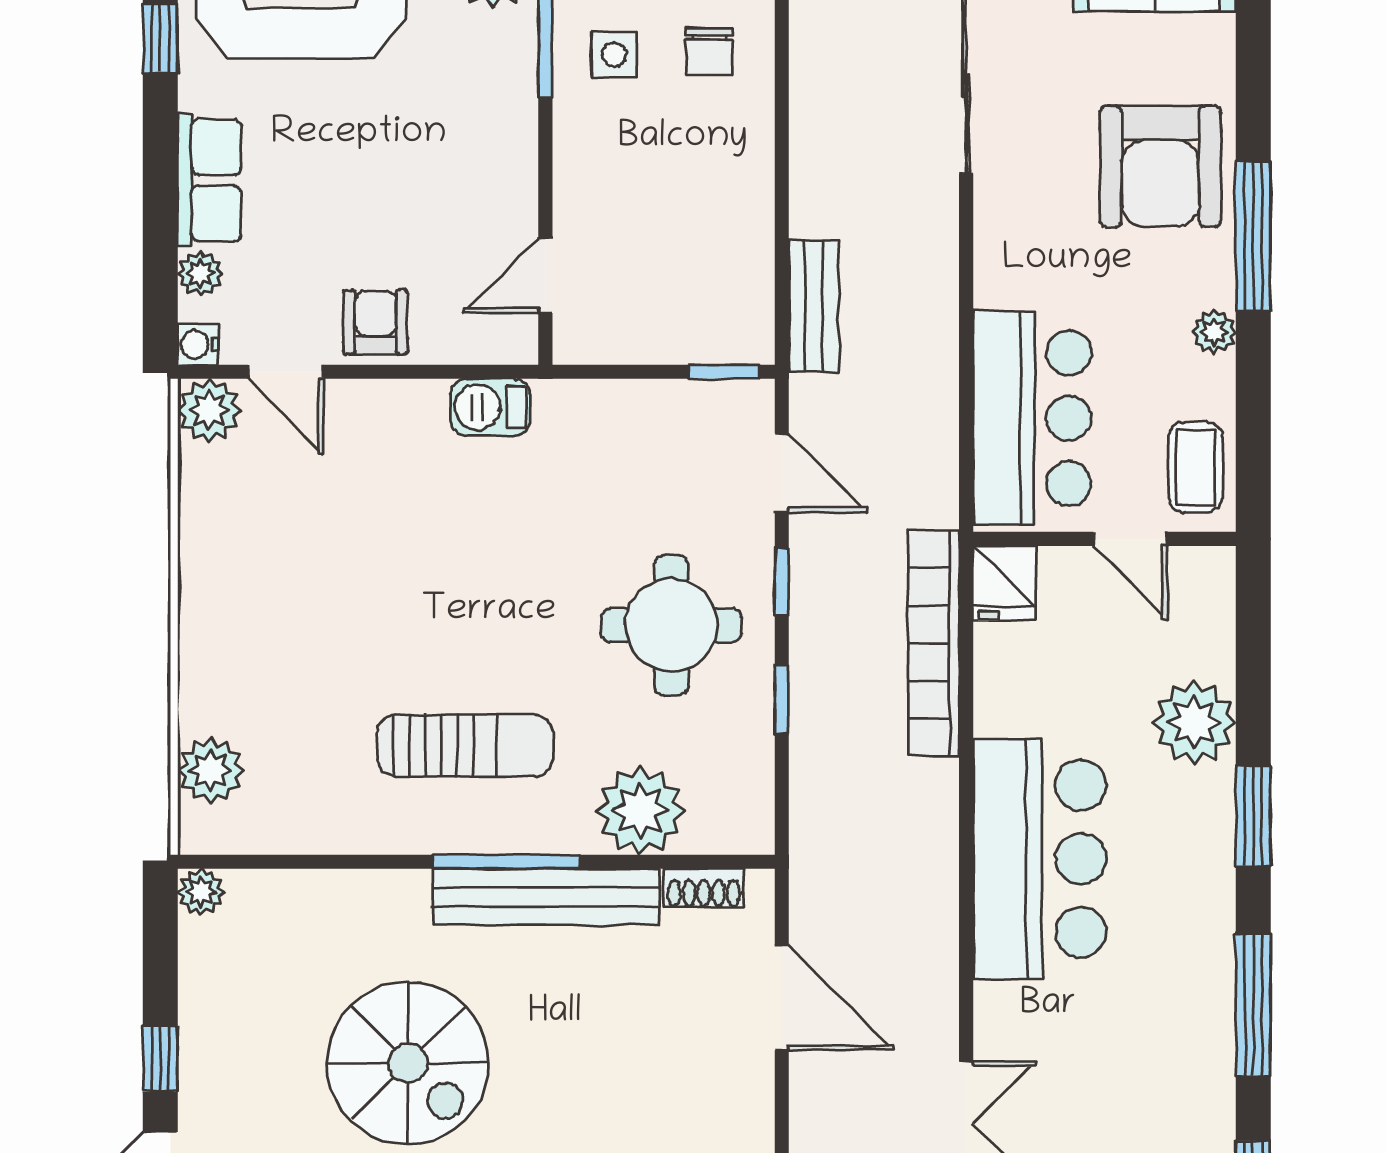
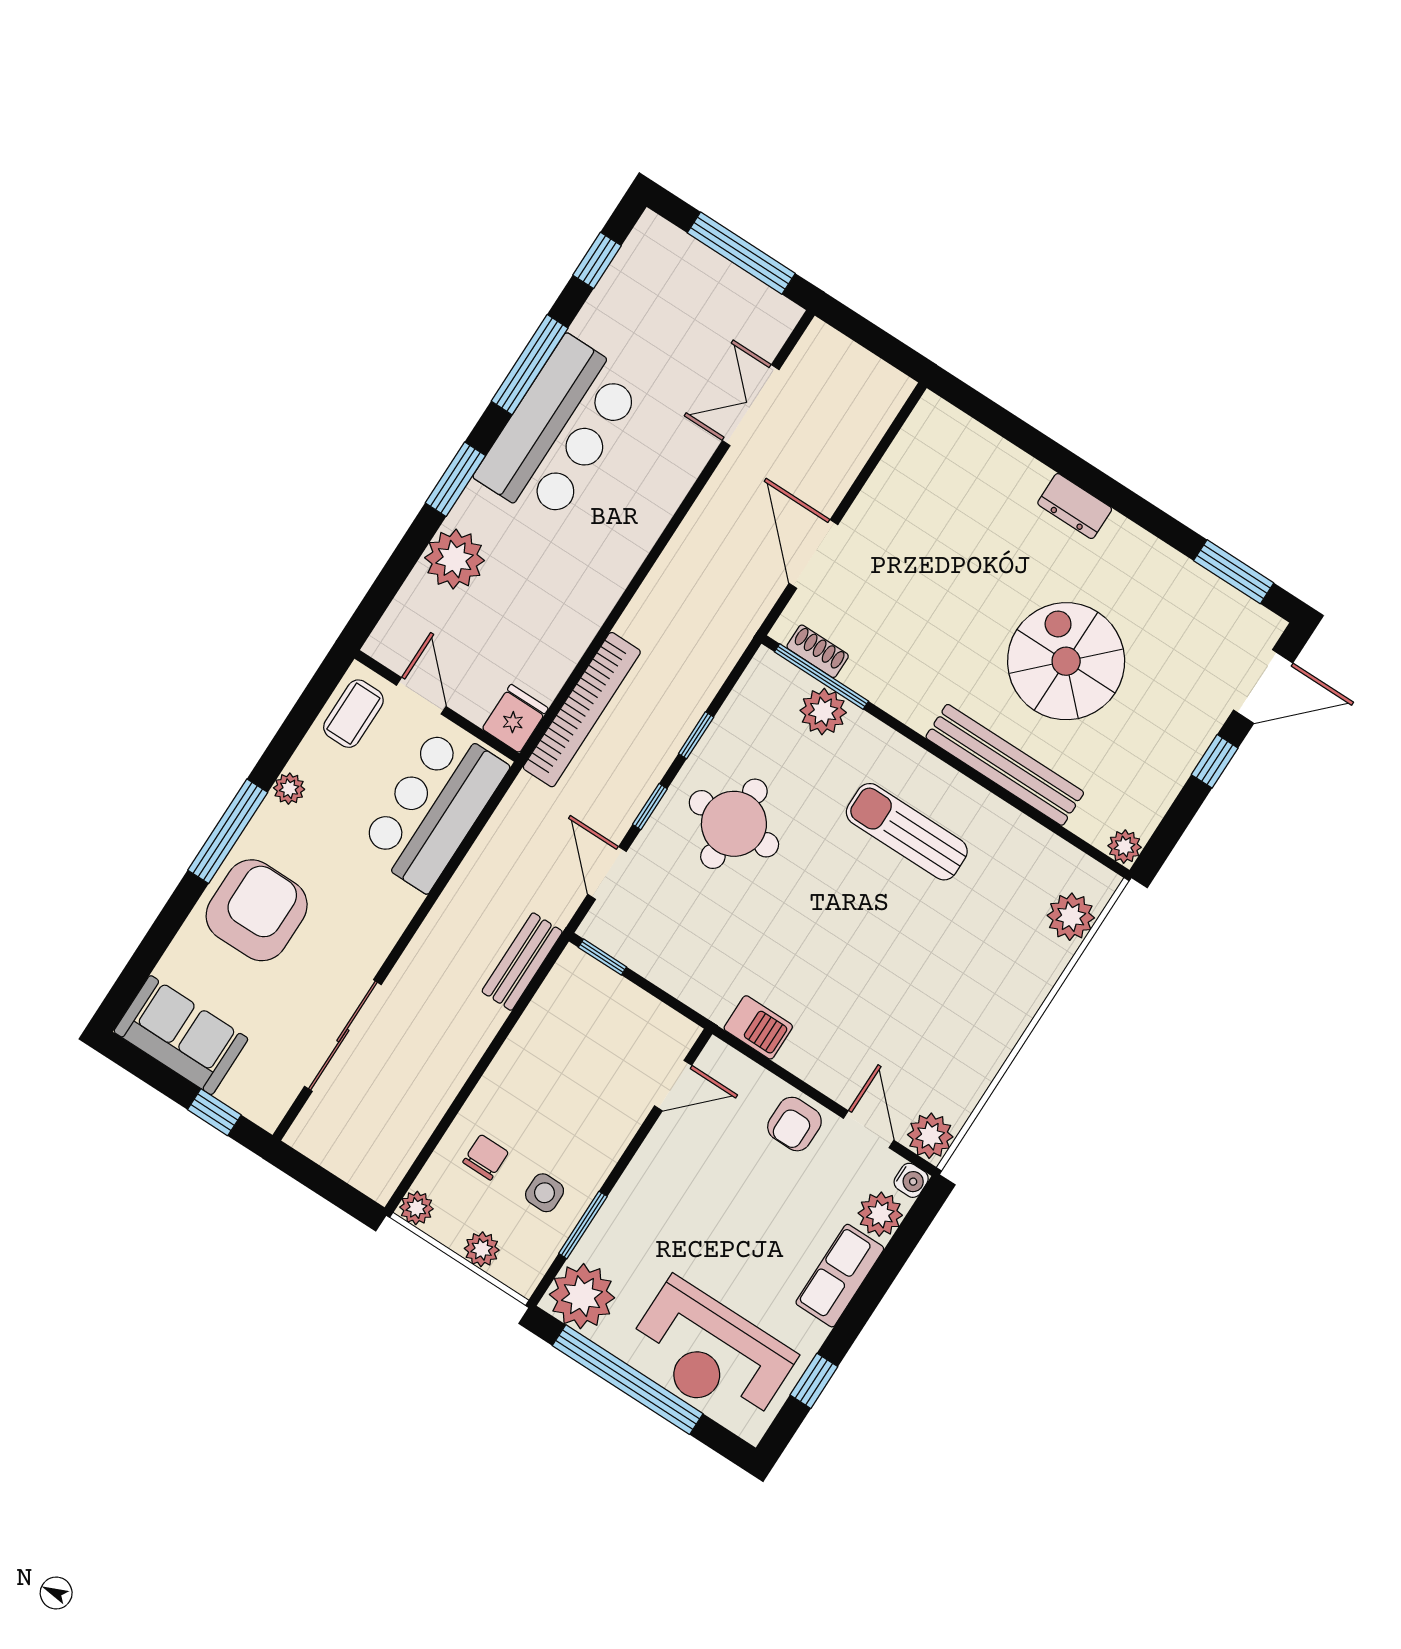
plant: (200, 273) -> (880, 1214), width x1.38, depth x1.38
plant: (640, 811) -> (823, 711), width x0.73, depth x0.73
bar counter: (1040, 859) -> (559, 430), moved, turned 180
window: (506, 862) -> (821, 677), moved
bench: (546, 897) -> (1005, 765), moved

